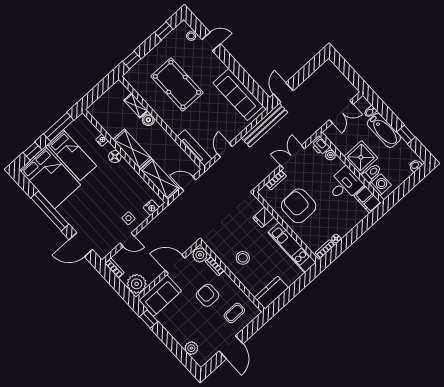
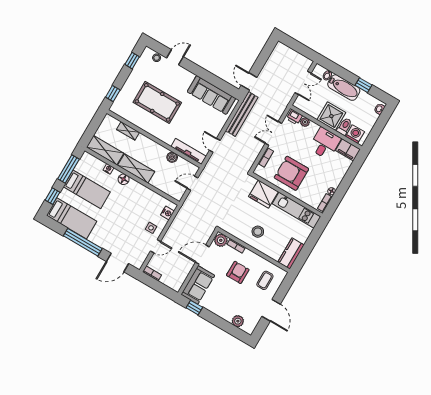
boiler: (148, 120) -> (172, 157), moved
bed: (50, 177) -> (72, 218), width x0.67
shelving: (160, 179) -> (105, 150), moved
fridge: (263, 217) -> (263, 194), width x1.88, depth x1.34
plant: (137, 284) -> (175, 281), removed
armchair: (208, 295) -> (238, 272), turned 90

